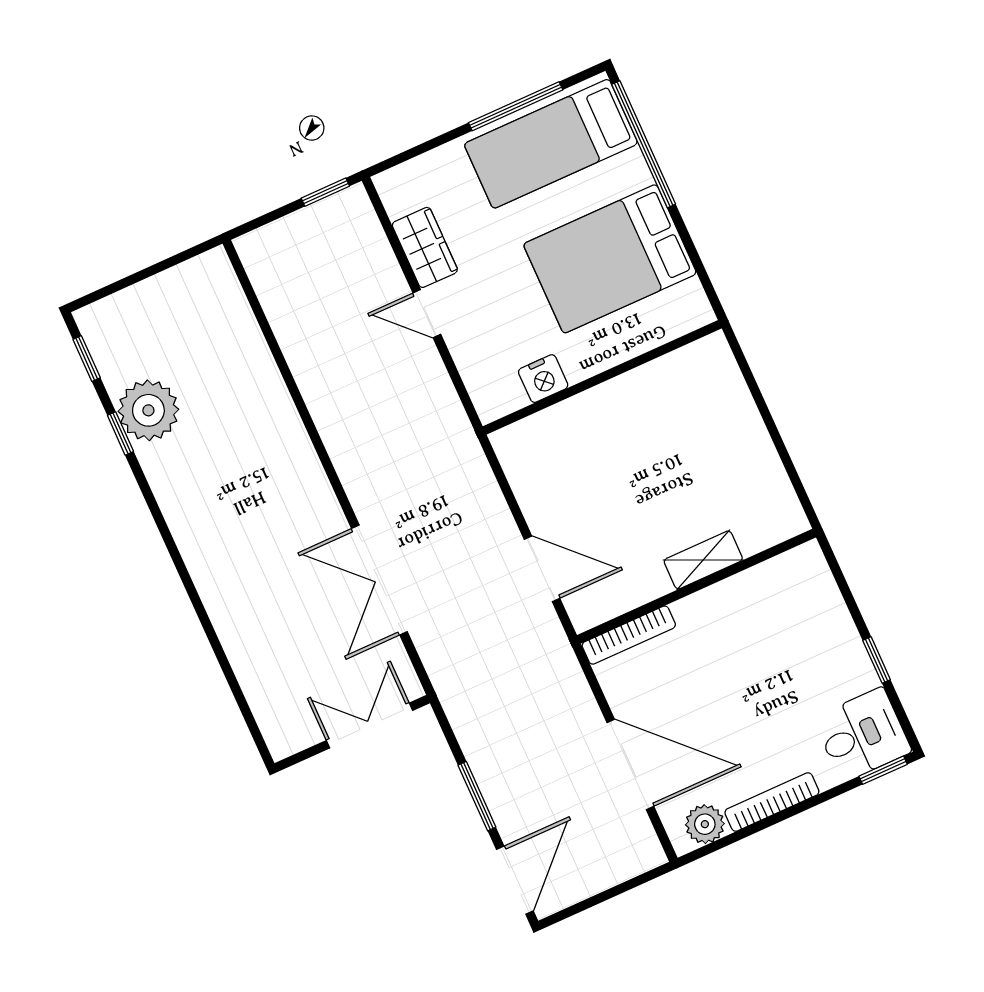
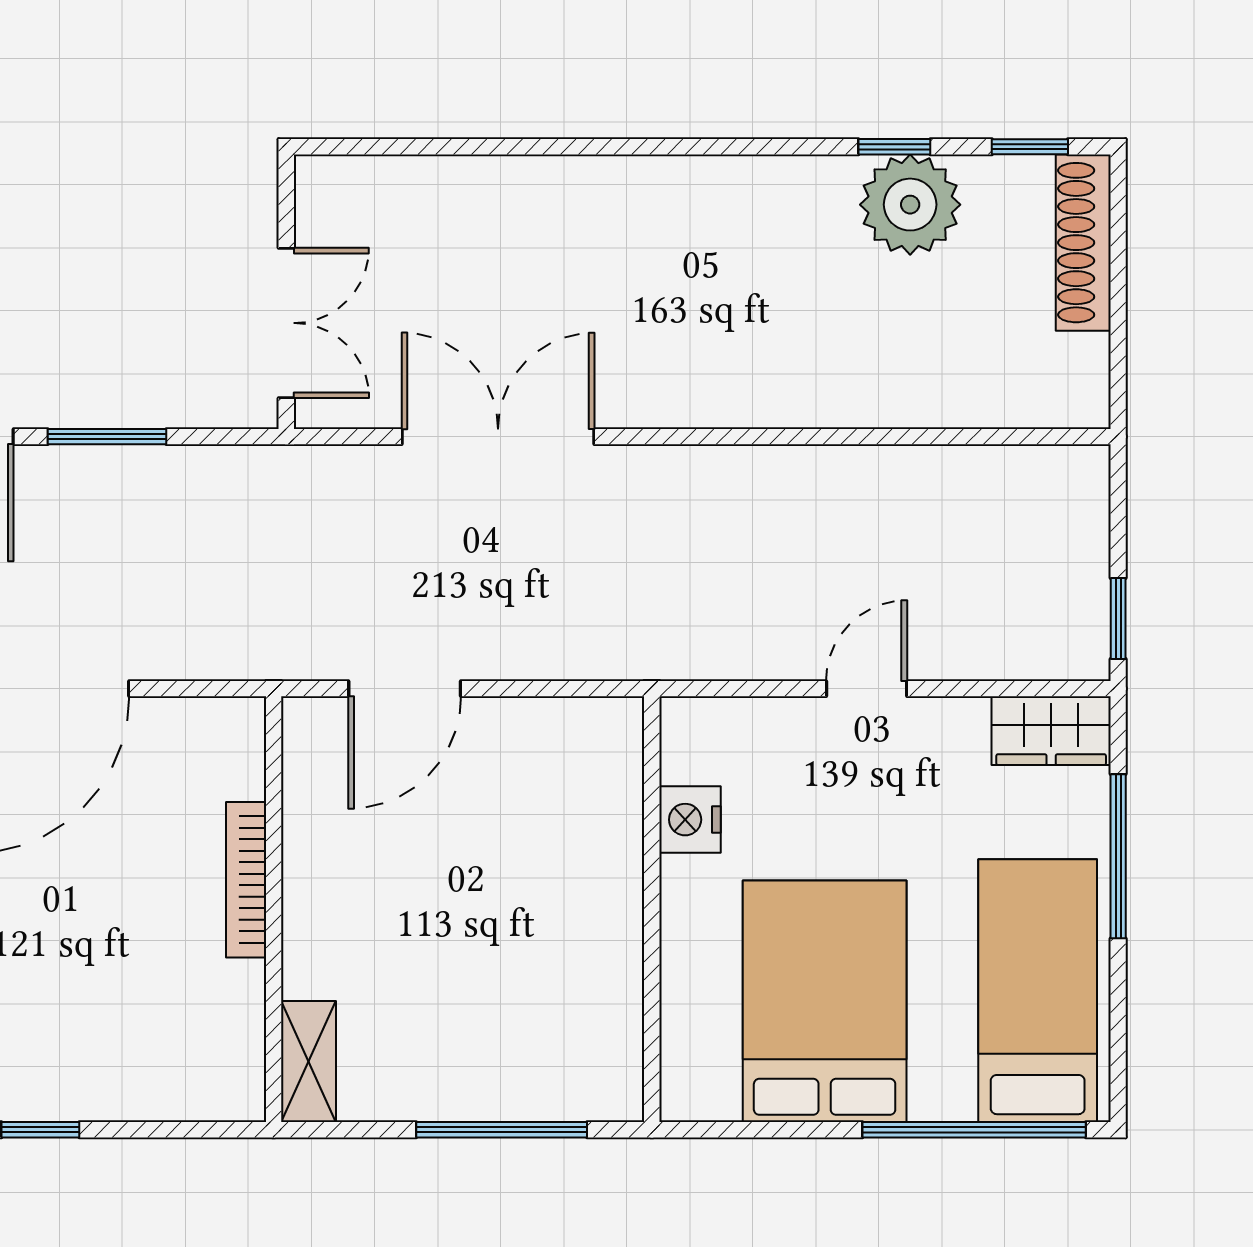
window: (516, 106) -> (1118, 856), moved
wardrobe: (425, 247) -> (1051, 731), moved
shoe rack: (126, 305) -> (1083, 243), added
window: (762, 405) -> (502, 1130), added
shelving: (703, 560) -> (309, 1062), moved
bookcase: (629, 635) -> (246, 880), moved

